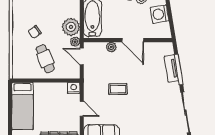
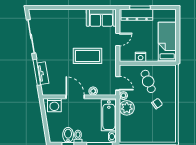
washing machine: (160, 14) -> (54, 105), moved, turned 99
nightstand: (74, 88) -> (141, 57), moved
coffee table: (118, 89) -> (88, 56), width x1.86, depth x1.72
door: (82, 109) -> (118, 39), swing flipped

